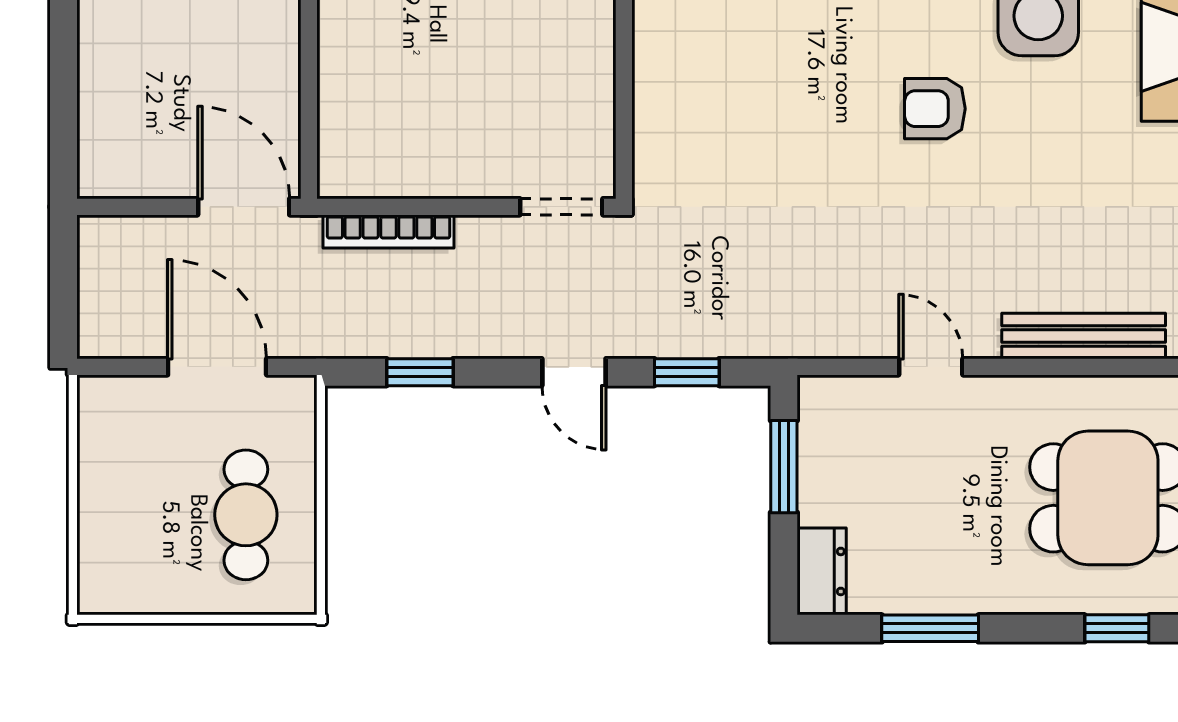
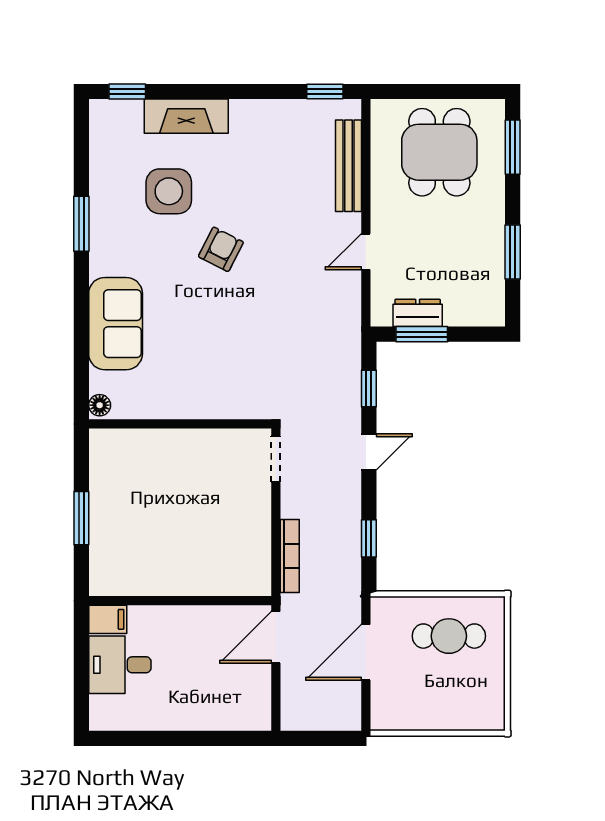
armchair: (935, 109) -> (221, 249), turned -153
dresser: (822, 571) -> (418, 313), moved
window: (1117, 628) -> (513, 147), width x1.50

